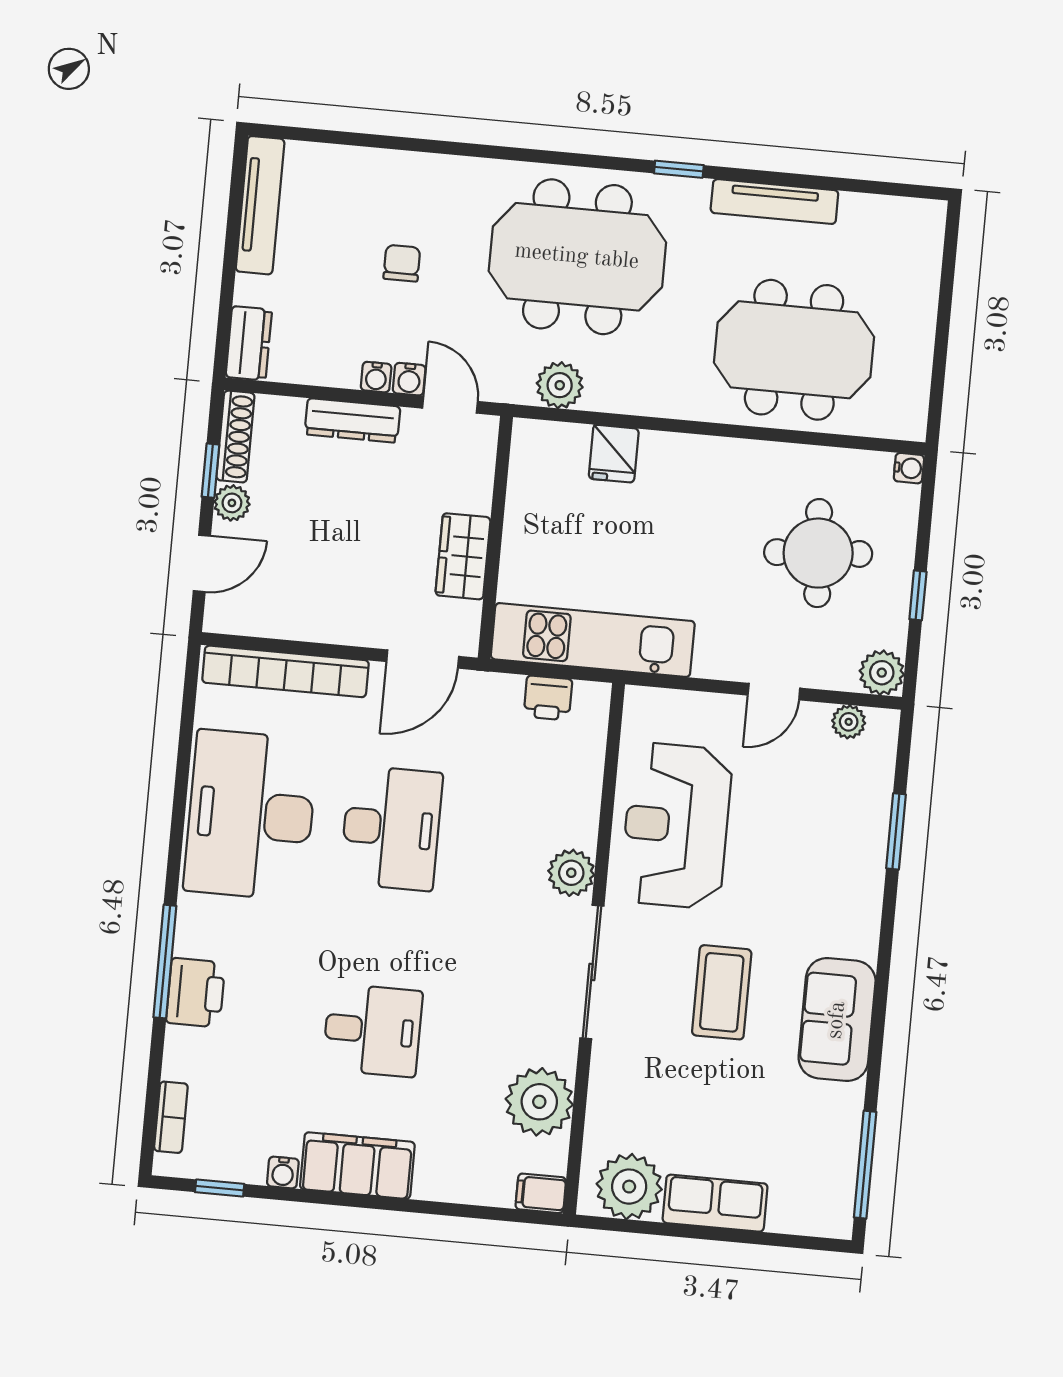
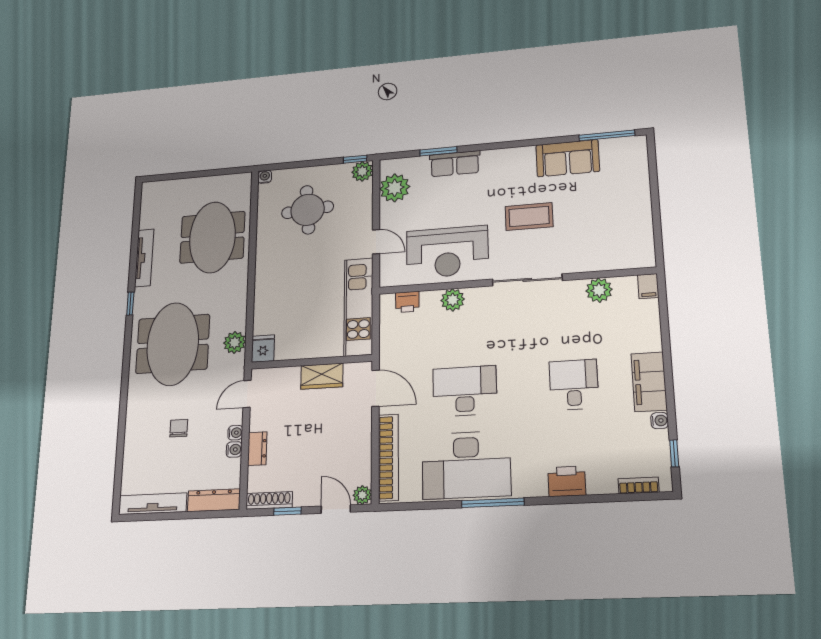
chair: (402, 263) -> (179, 428), turned 90
dresser: (249, 343) -> (214, 500), width x1.44
water cooler: (409, 379) -> (234, 450), moved
dresser: (352, 420) -> (257, 449), width x0.70
fridge: (614, 454) -> (263, 348), moved, turned -90
plant: (232, 503) -> (362, 495), moved
window: (918, 595) -> (355, 159), moved
door: (774, 692) -> (376, 242), moved
printer: (548, 698) -> (407, 302), moved, turned 90
plant: (849, 722) -> (395, 188), width x1.88, depth x1.88
plant: (571, 873) -> (453, 300), moved
window: (165, 962) -> (493, 503), moved
sofa: (837, 1020) -> (568, 158), moved
plant: (539, 1102) -> (599, 290), width x0.73, depth x0.73
plant: (629, 1187) -> (637, 244), removed
row of seats: (715, 1203) -> (455, 164), moved, turned -90

